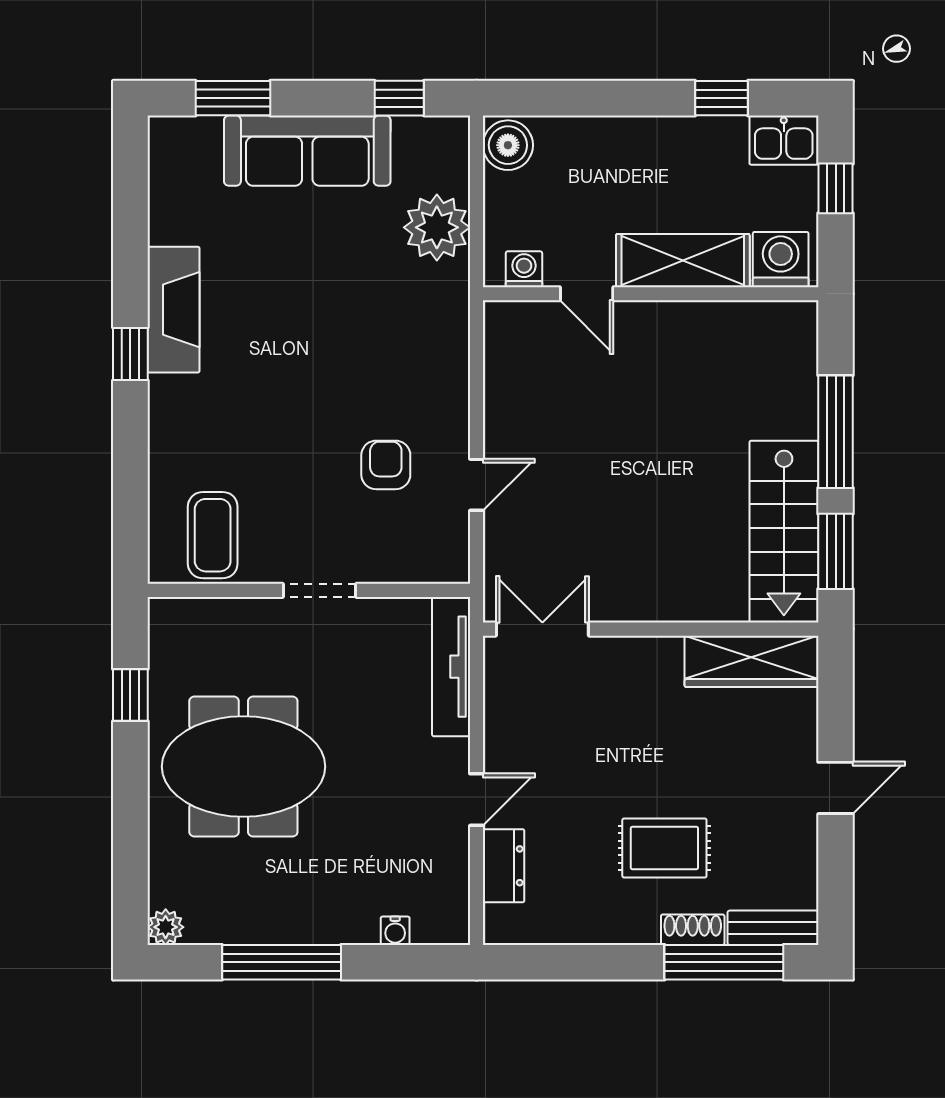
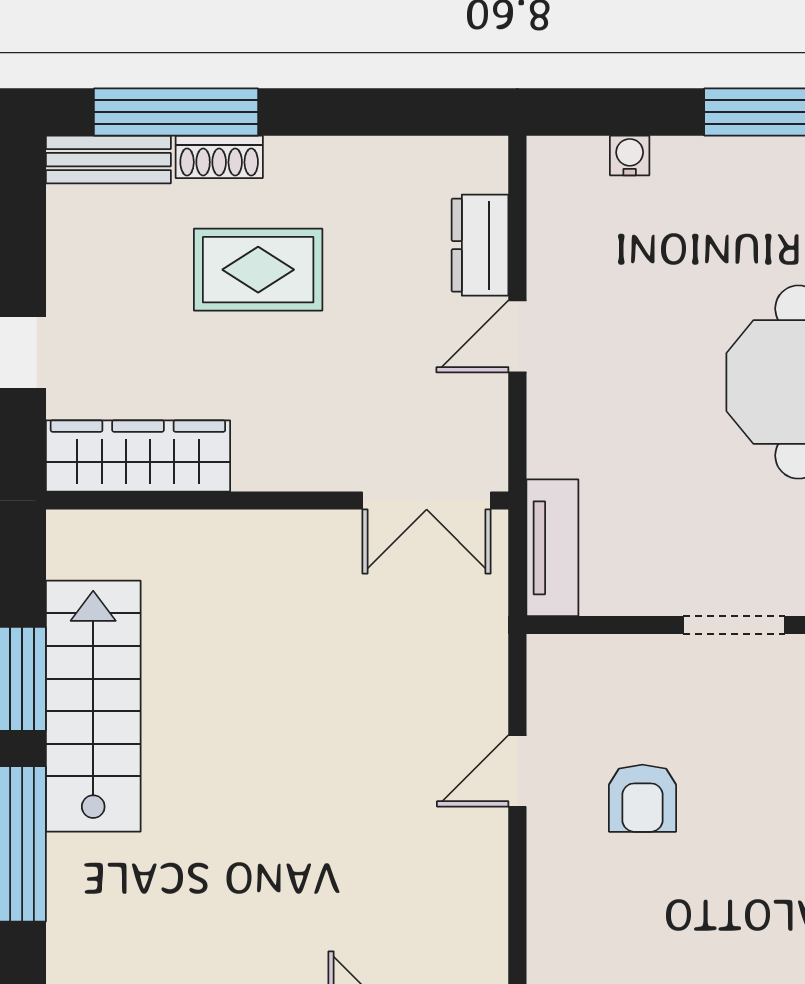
double door: (542, 629) -> (427, 501), moved
wall: (651, 629) -> (277, 501), moved
wardrobe: (752, 661) -> (138, 456), moved
tv unit: (451, 667) -> (552, 548), width x0.71

